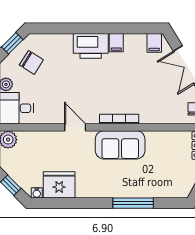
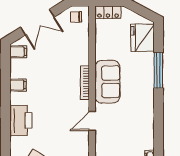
printer: (91, 46) -> (21, 121), moved
fridge: (59, 185) -> (143, 38), moved

